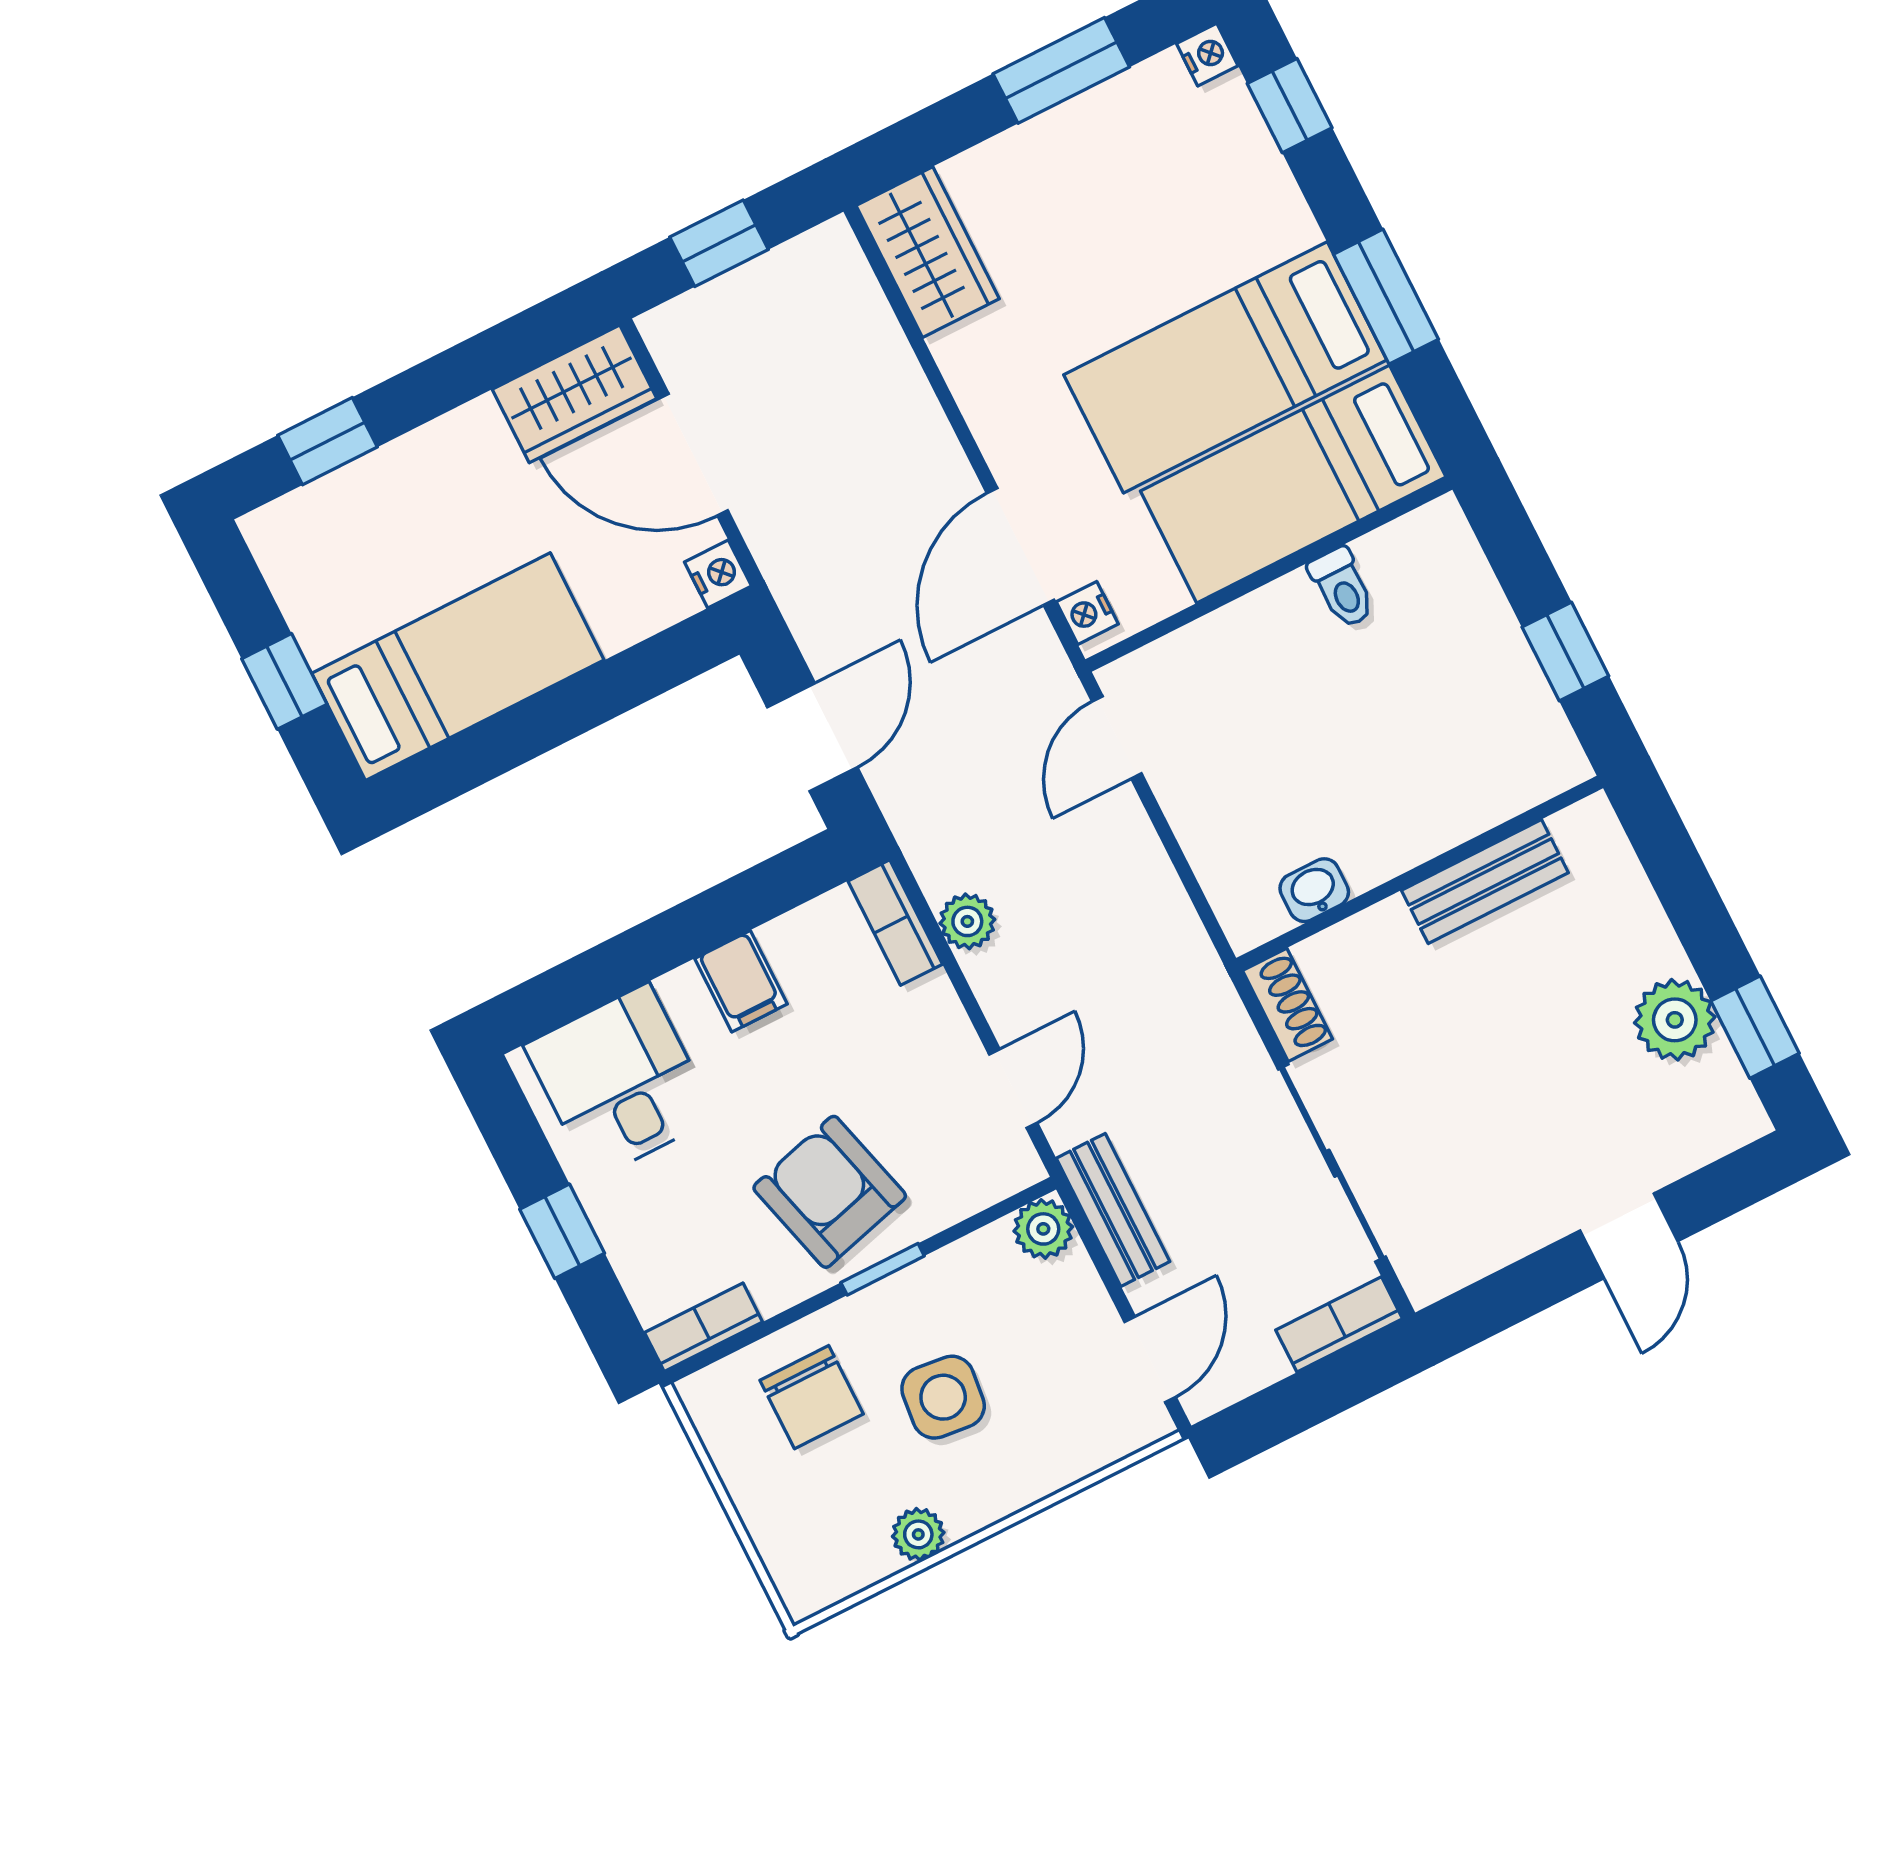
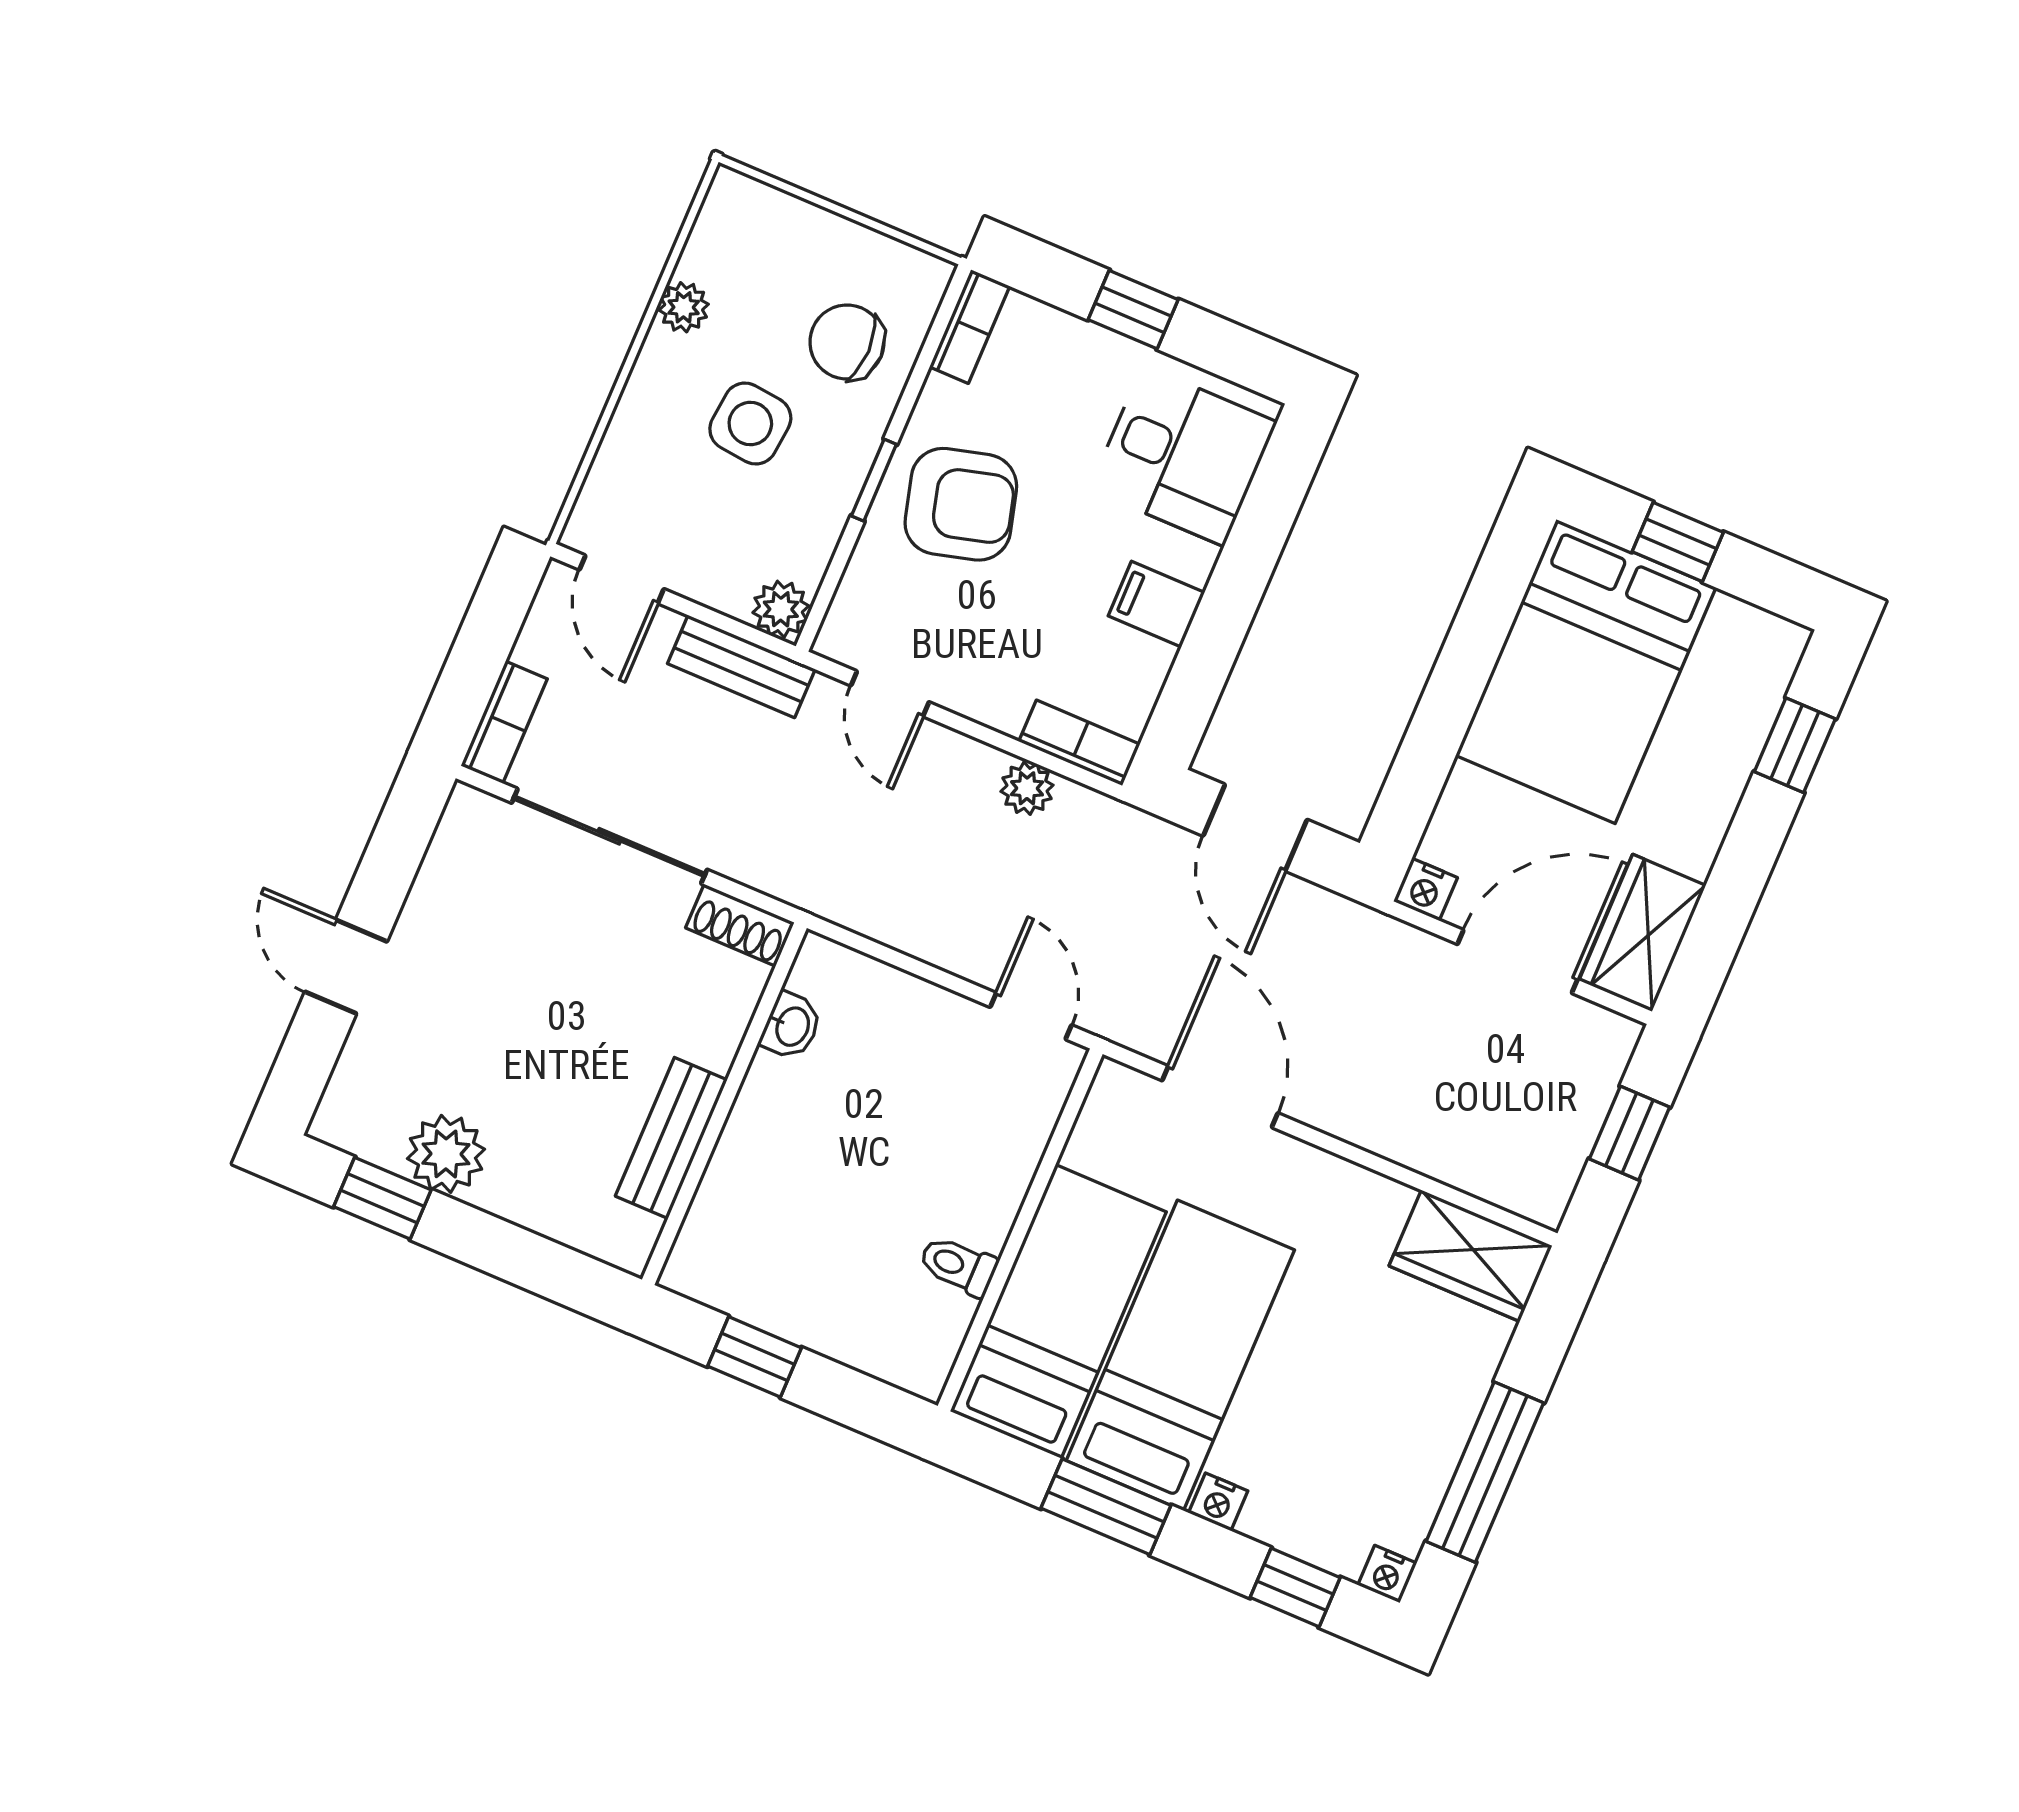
window: (1061, 70) -> (1485, 1472), width x1.44
nightstand: (1087, 613) -> (1218, 1502), moved, turned 180
bed: (458, 667) -> (1586, 672), width x1.50

